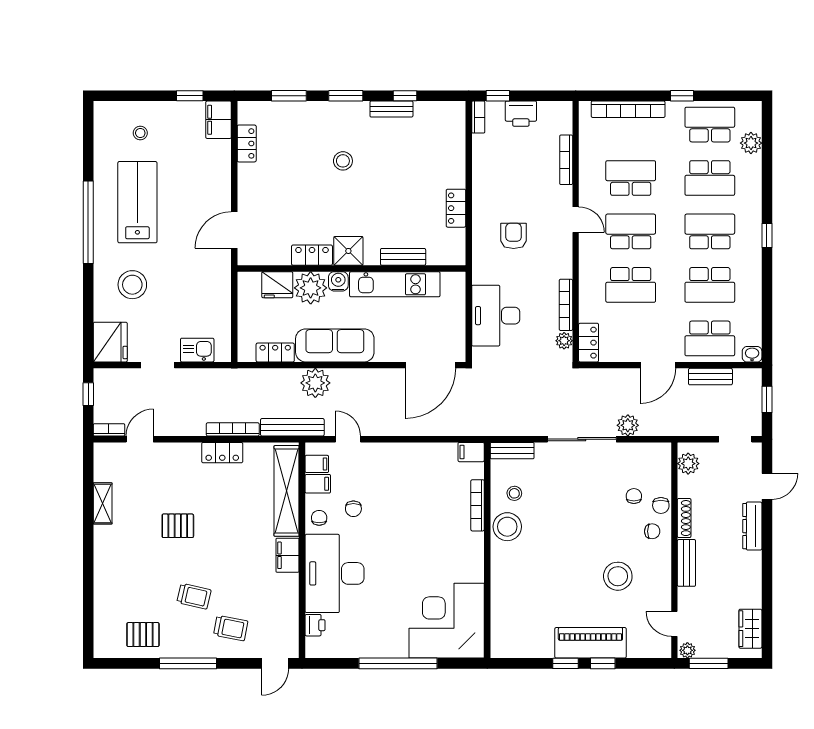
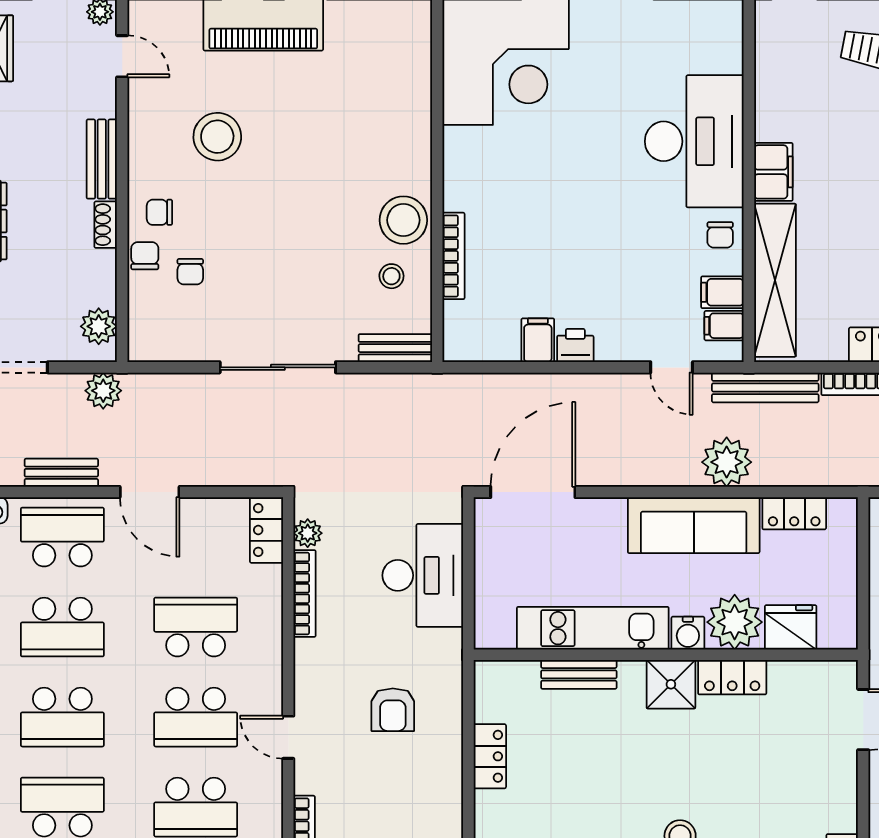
school desk: (710, 285) -> (62, 627), turned 180
door: (658, 365) -> (150, 492), swing flipped
plant: (628, 425) -> (103, 391), moved
filing cabinet: (471, 452) -> (538, 340), moved, turned -90
chair: (353, 509) -> (662, 250), removed
shoe rack: (684, 518) -> (106, 225), width x0.70
printer: (315, 625) -> (575, 346), moved, turned 90

